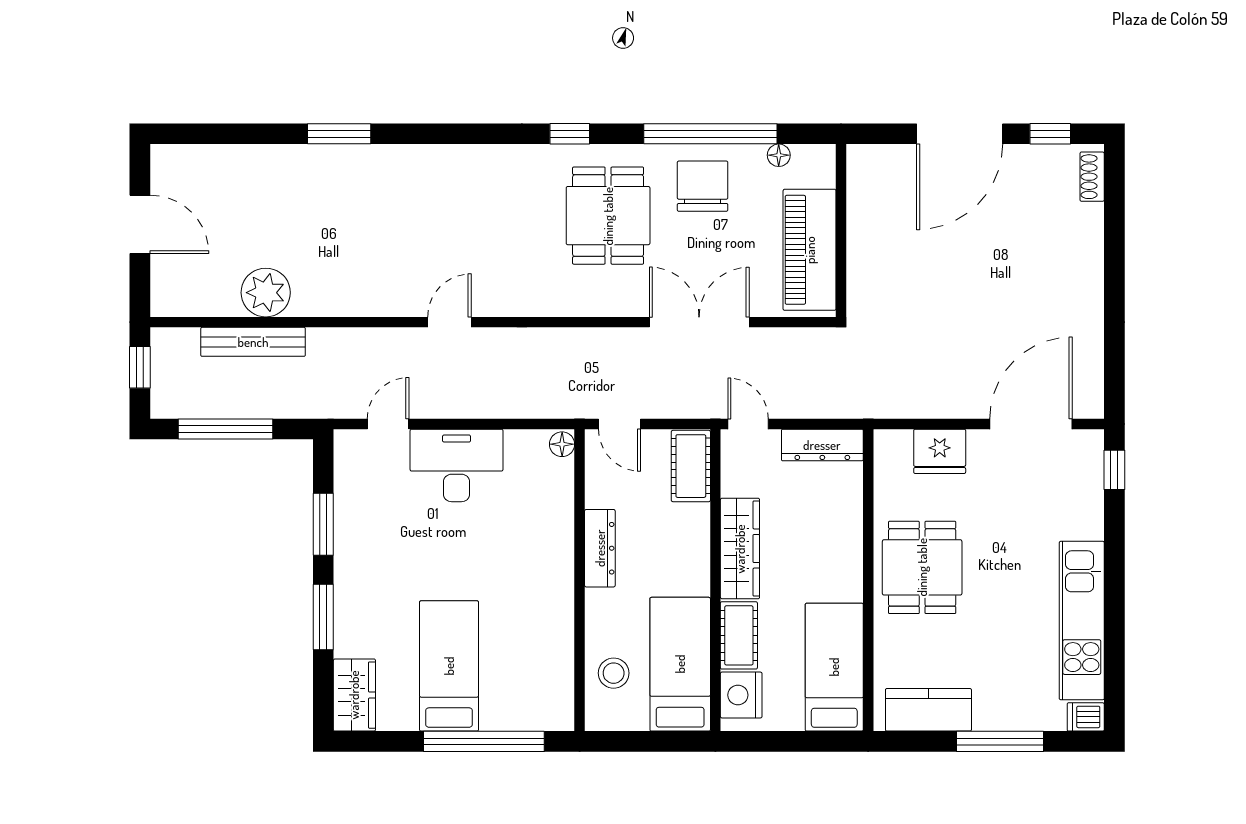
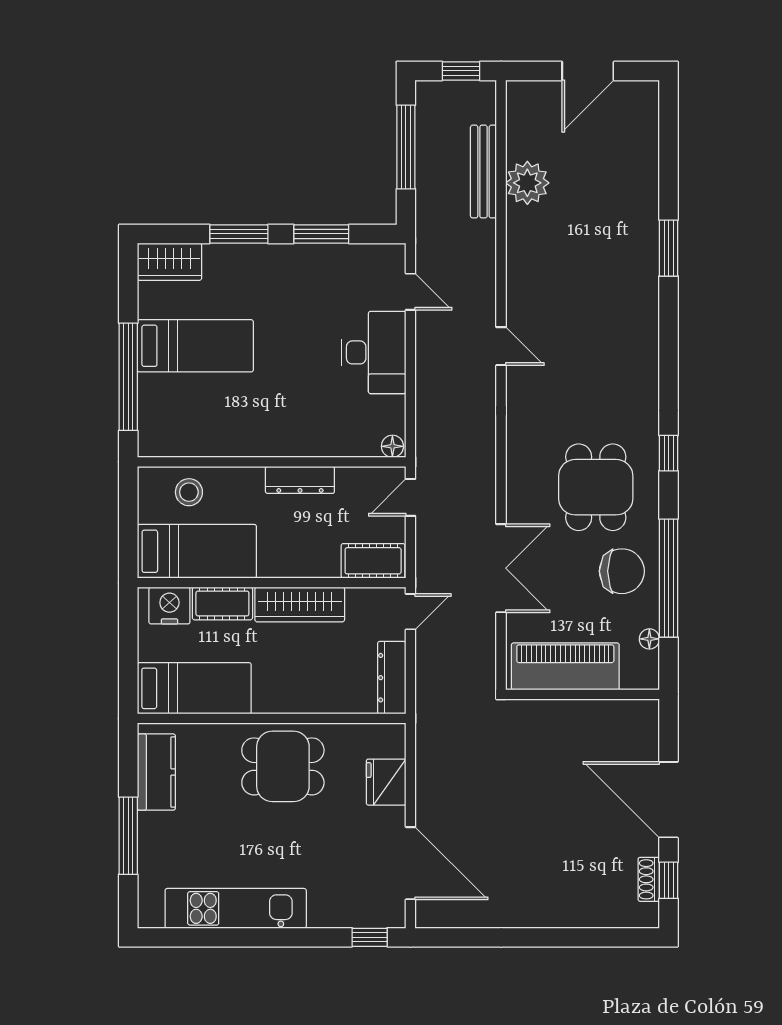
shoe rack: (1092, 177) -> (649, 879), moved, turned -90
dining table: (608, 216) -> (596, 487), turned 90
dishwasher: (1086, 717) -> (150, 912), removed

